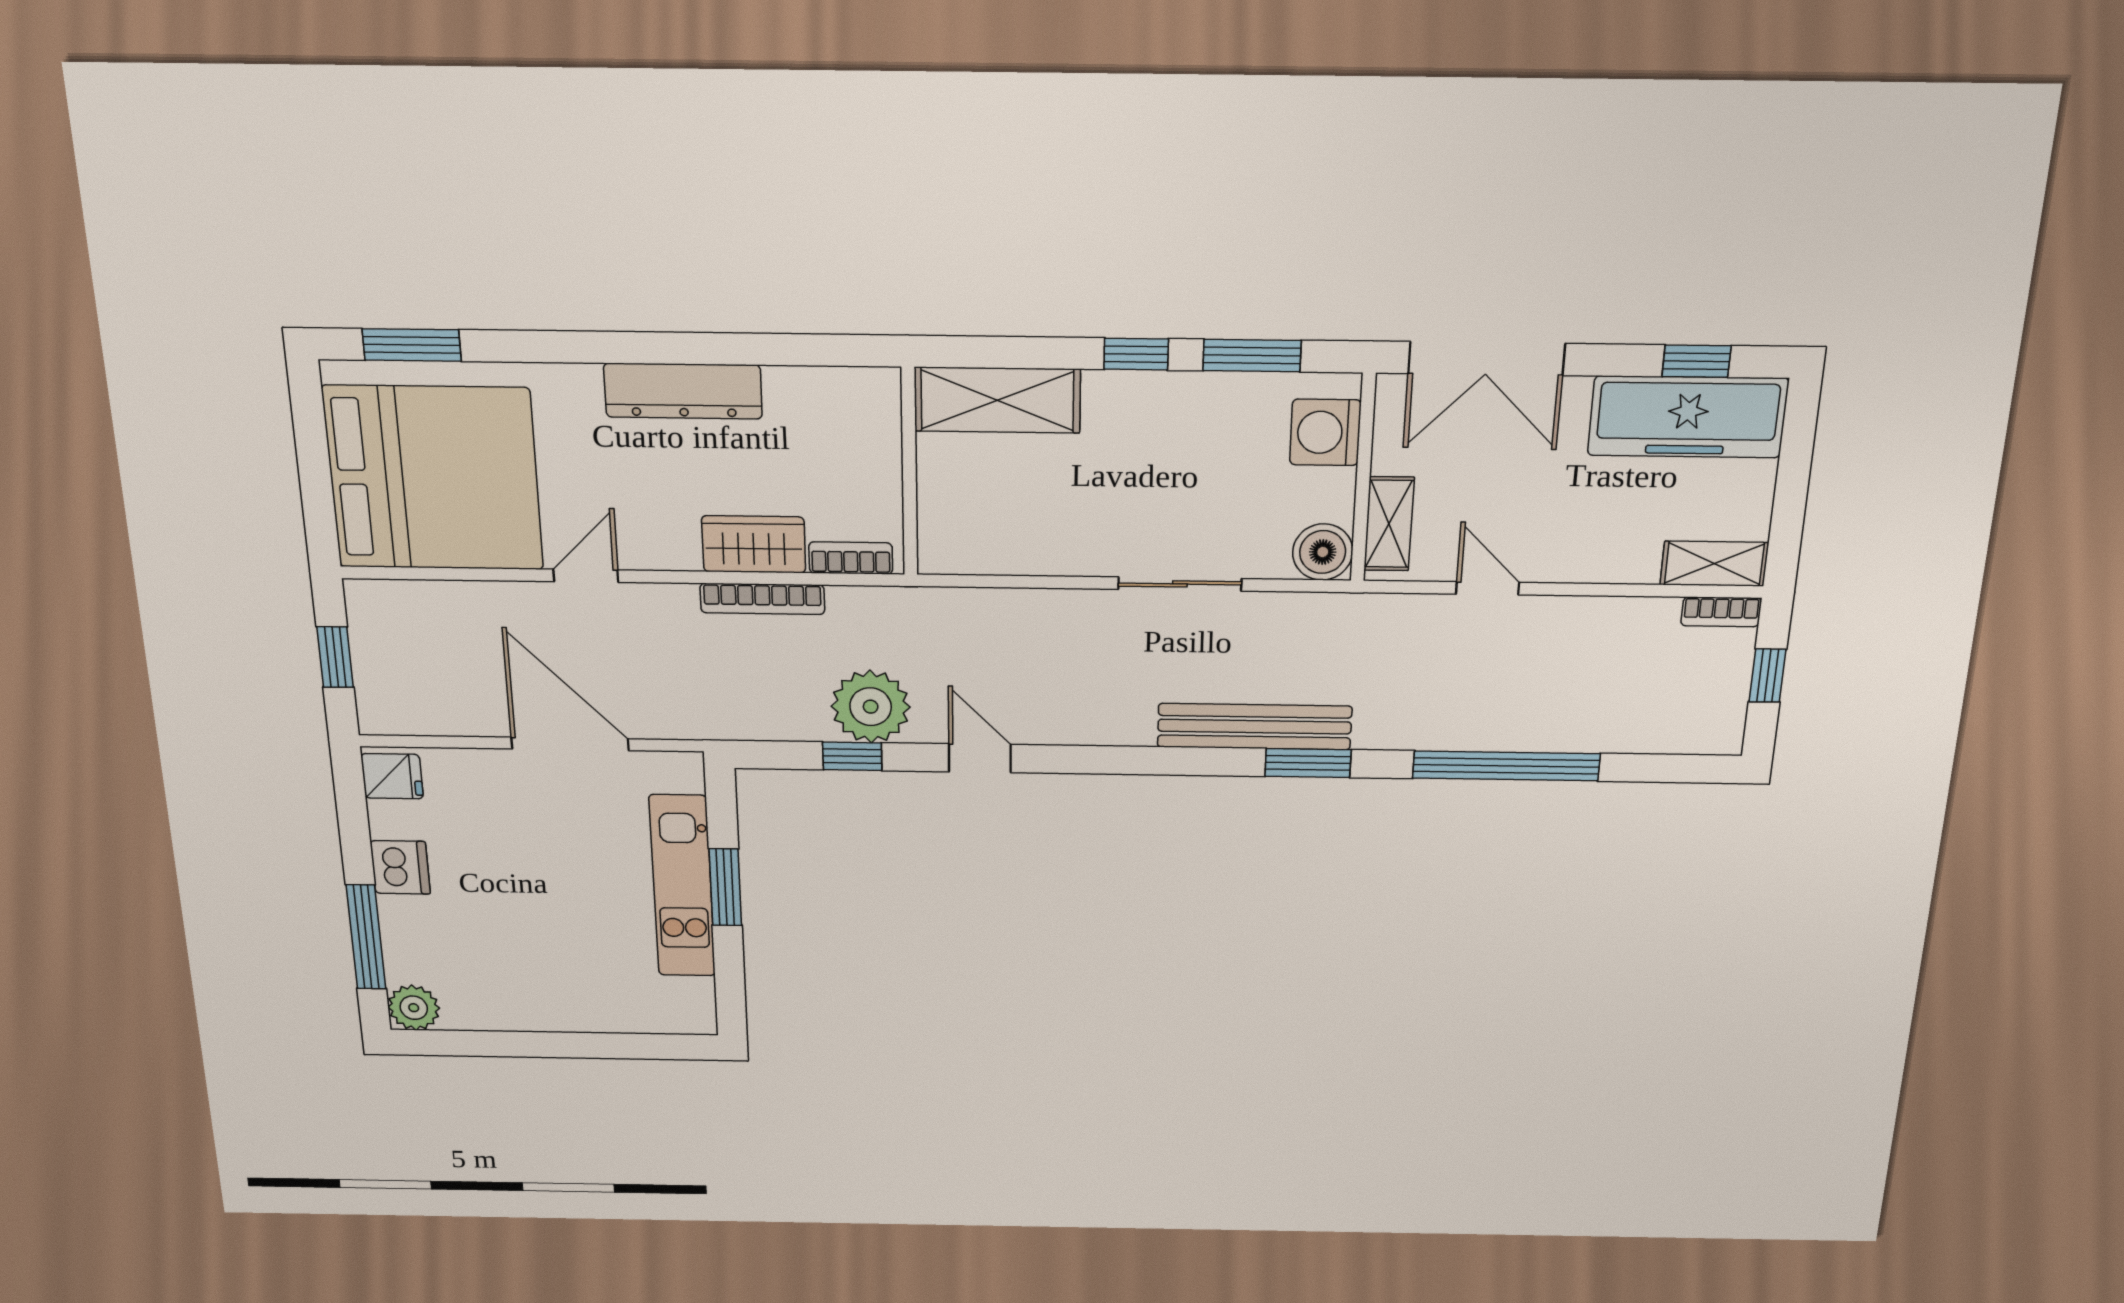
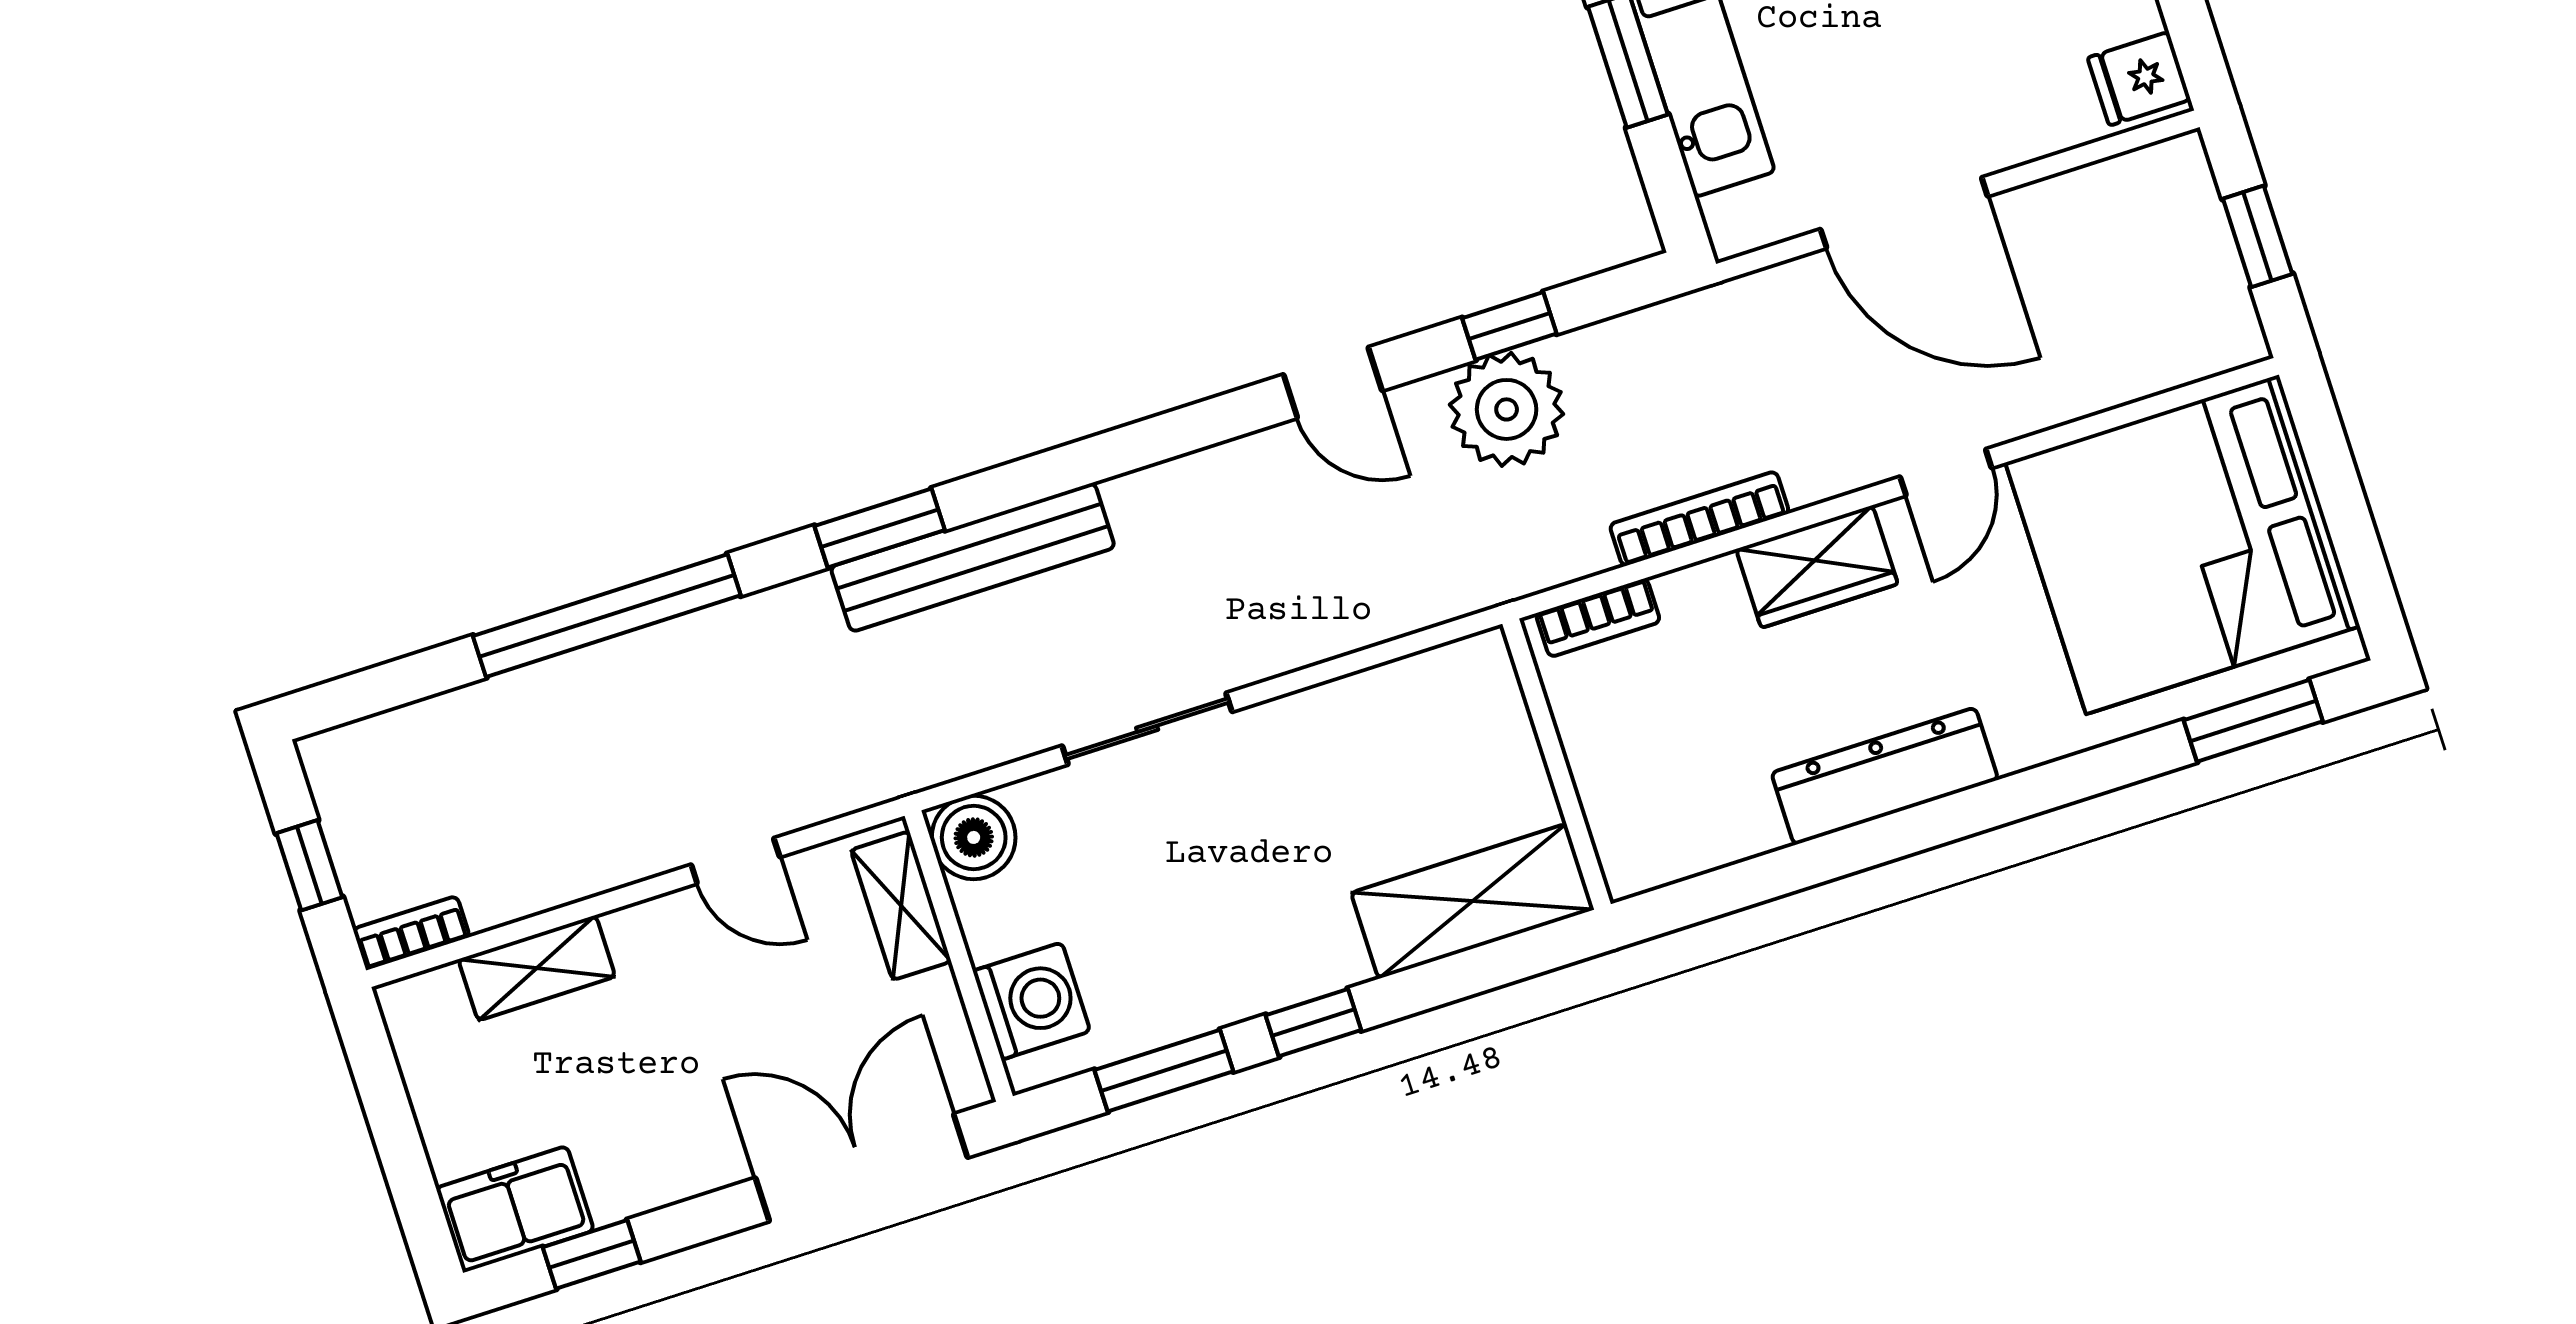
freezer: (1688, 417) -> (515, 1209), width x0.52, depth x0.79
wardrobe: (754, 544) -> (1817, 567), moved
shelving: (1714, 564) -> (537, 968), moved

